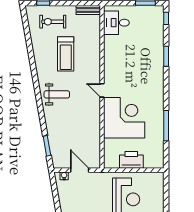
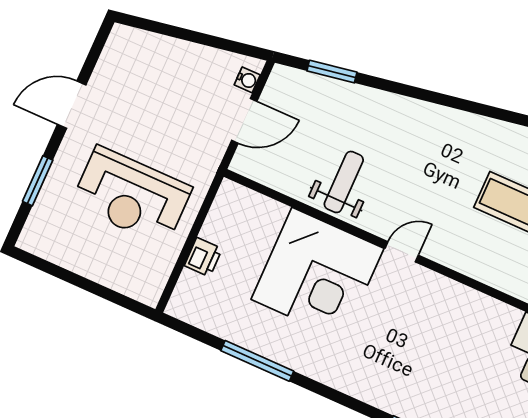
weight bench: (57, 94) -> (344, 182), moved, turned 180
printer: (131, 160) -> (203, 257), width x0.53, depth x0.68

